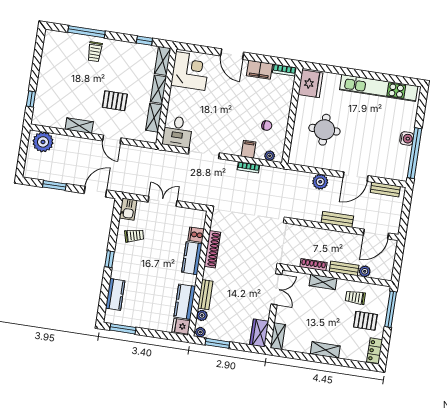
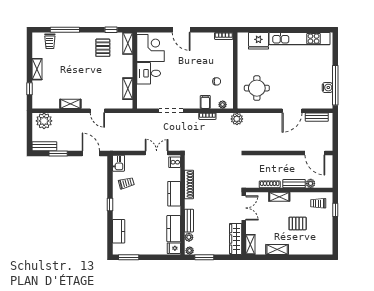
trolley: (95, 52) -> (50, 41), moved
filing cabinet: (260, 70) -> (204, 39), removed
fridge: (311, 84) -> (258, 41), moved, turned 90
shelving: (158, 89) -> (37, 69), moved
pallet: (115, 101) -> (103, 48), moved, turned 90
round table: (324, 130) -> (257, 88), moved
desk: (178, 132) -> (149, 73), moved, turned 90
water cooler: (407, 139) -> (327, 88), moved
plant: (320, 182) -> (237, 119), moved
door: (95, 192) -> (91, 153), hinge flipped
double door: (163, 201) -> (157, 153), moved
bench: (337, 219) -> (44, 146), moved
door: (376, 234) -> (315, 153), hinge flipped
cooker: (196, 235) -> (175, 162), moved
trolley: (355, 297) -> (318, 203), moved
window: (391, 309) -> (335, 210), width x0.46
pallet: (365, 321) -> (298, 223), moved
wardrobe: (259, 333) -> (236, 239), width x1.50
shelving: (325, 350) -> (277, 249), moved
locker: (375, 351) -> (328, 244), removed

